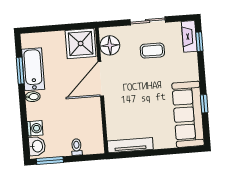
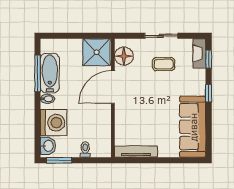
window: (20, 71) -> (38, 73), width x1.44
window: (204, 104) -> (209, 93), moved
washing machine: (35, 128) -> (54, 123), width x1.89, depth x1.89

